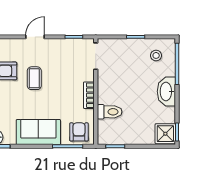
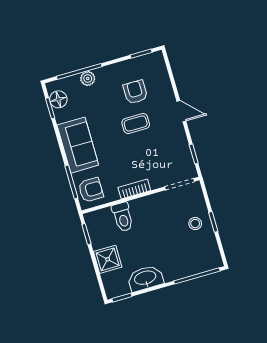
stool: (156, 55) -> (195, 224), moved
washbasin: (166, 91) -> (145, 278), moved
shower: (165, 134) -> (108, 259), moved

